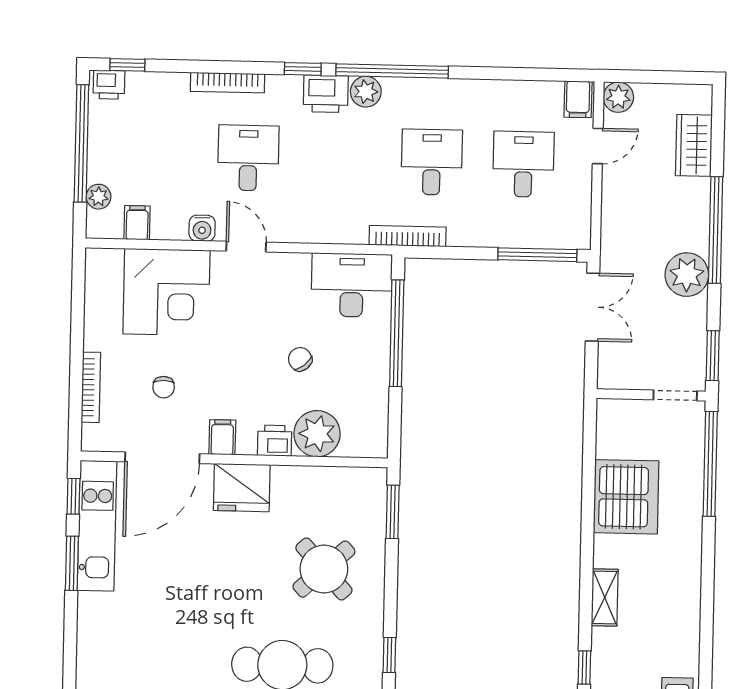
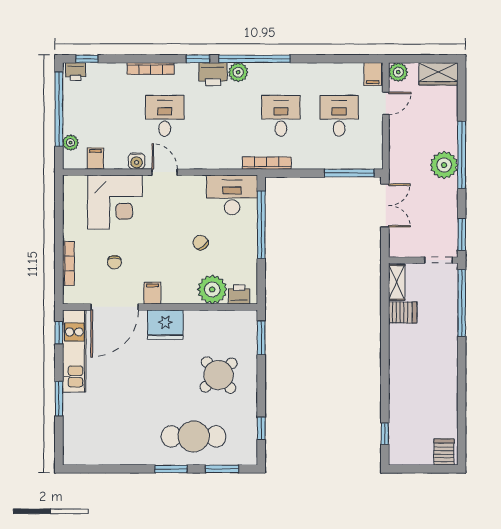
wardrobe: (694, 145) -> (439, 74), moved, turned -90
plant: (687, 275) -> (444, 165), moved
printer: (275, 441) -> (239, 294), moved
server rack: (626, 497) -> (403, 312), width x0.46, depth x0.70
window: (72, 563) -> (59, 399), moved
shelving: (605, 597) -> (397, 282), moved

